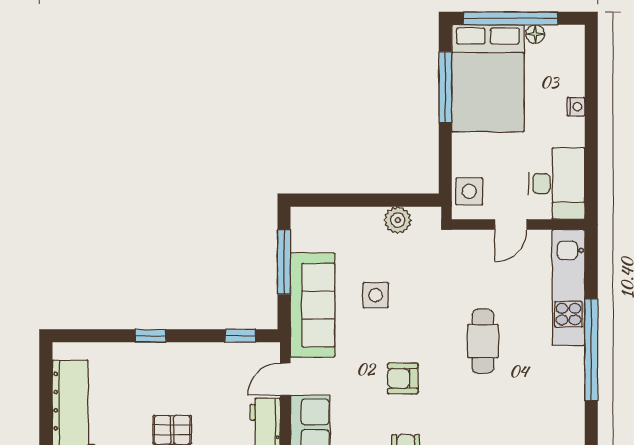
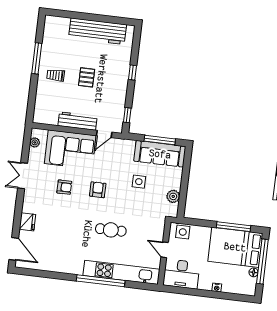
kitchen unit: (568, 287) -> (121, 272), width x1.36
sofa: (313, 305) -> (160, 154), moved
door: (285, 379) -> (104, 134), swing flipped

